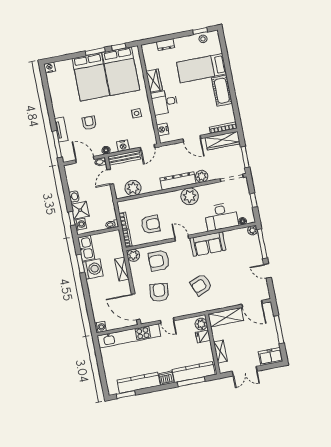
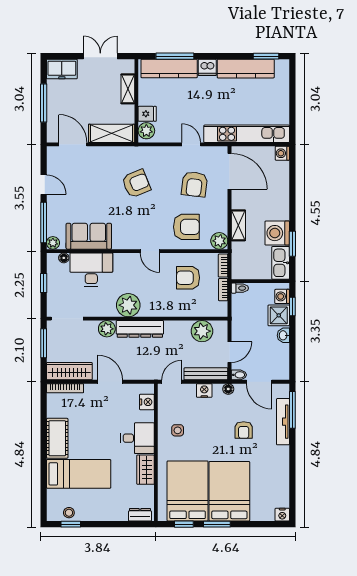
dresser: (166, 45) -> (140, 515), moved
tv unit: (61, 130) -> (283, 422), width x1.41
sofa: (208, 244) -> (89, 236), moved

